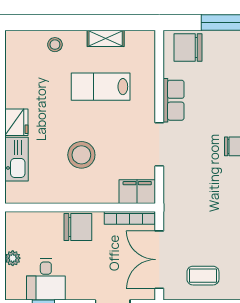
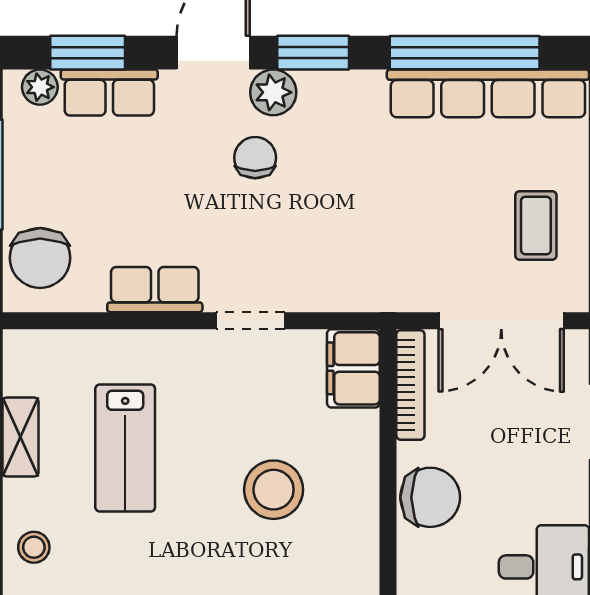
doorway: (159, 144) -> (251, 321), width x0.73
chair: (78, 227) -> (430, 497), turned 90

